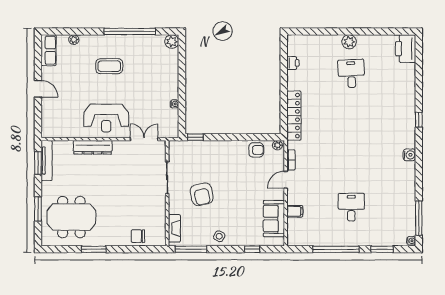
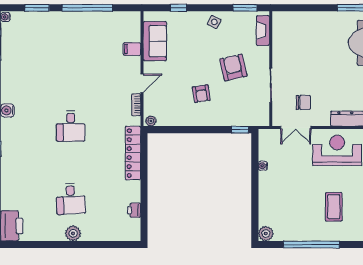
coffee table: (109, 66) -> (334, 207), turned 90
armchair: (256, 150) -> (201, 94), moved, turned -99
desk: (351, 207) -> (71, 126), moved
chair: (138, 236) -> (303, 102), moved
window: (191, 249) -> (245, 8), width x0.69

